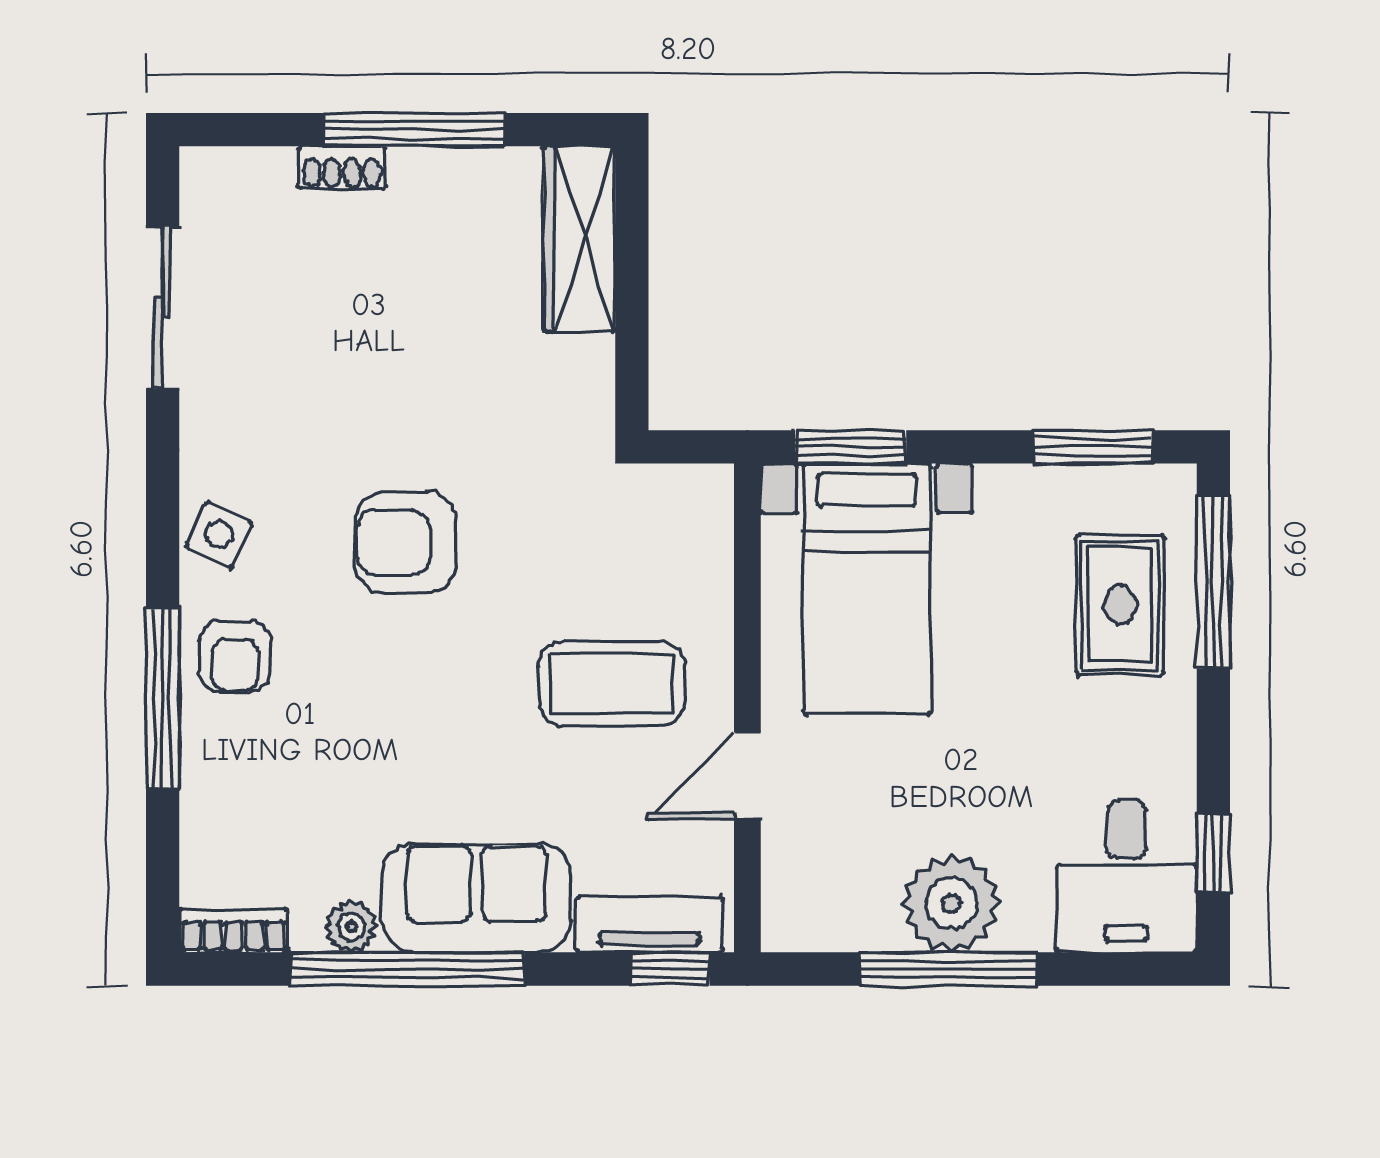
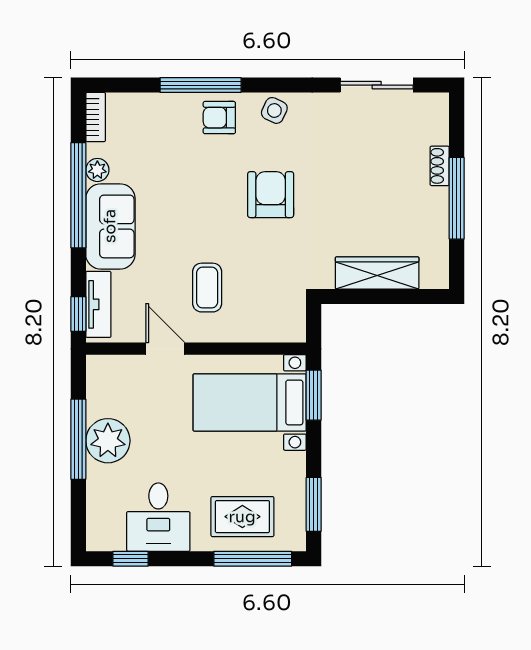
wardrobe: (579, 239) -> (377, 273), moved
coffee table: (612, 683) -> (207, 288), width x0.73, depth x0.77
desk: (1127, 877) -> (158, 517), moved, turned -90

